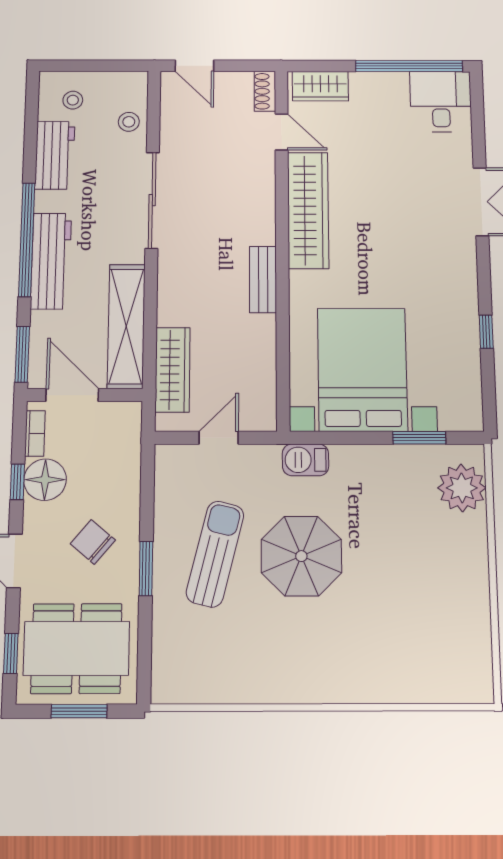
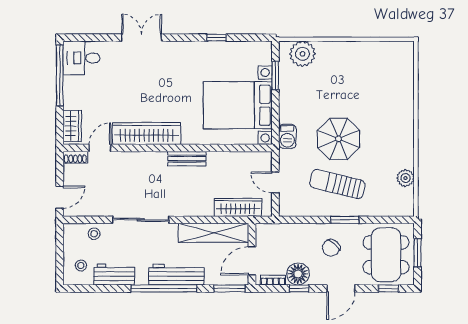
plant: (226, 687) -> (405, 178), added

